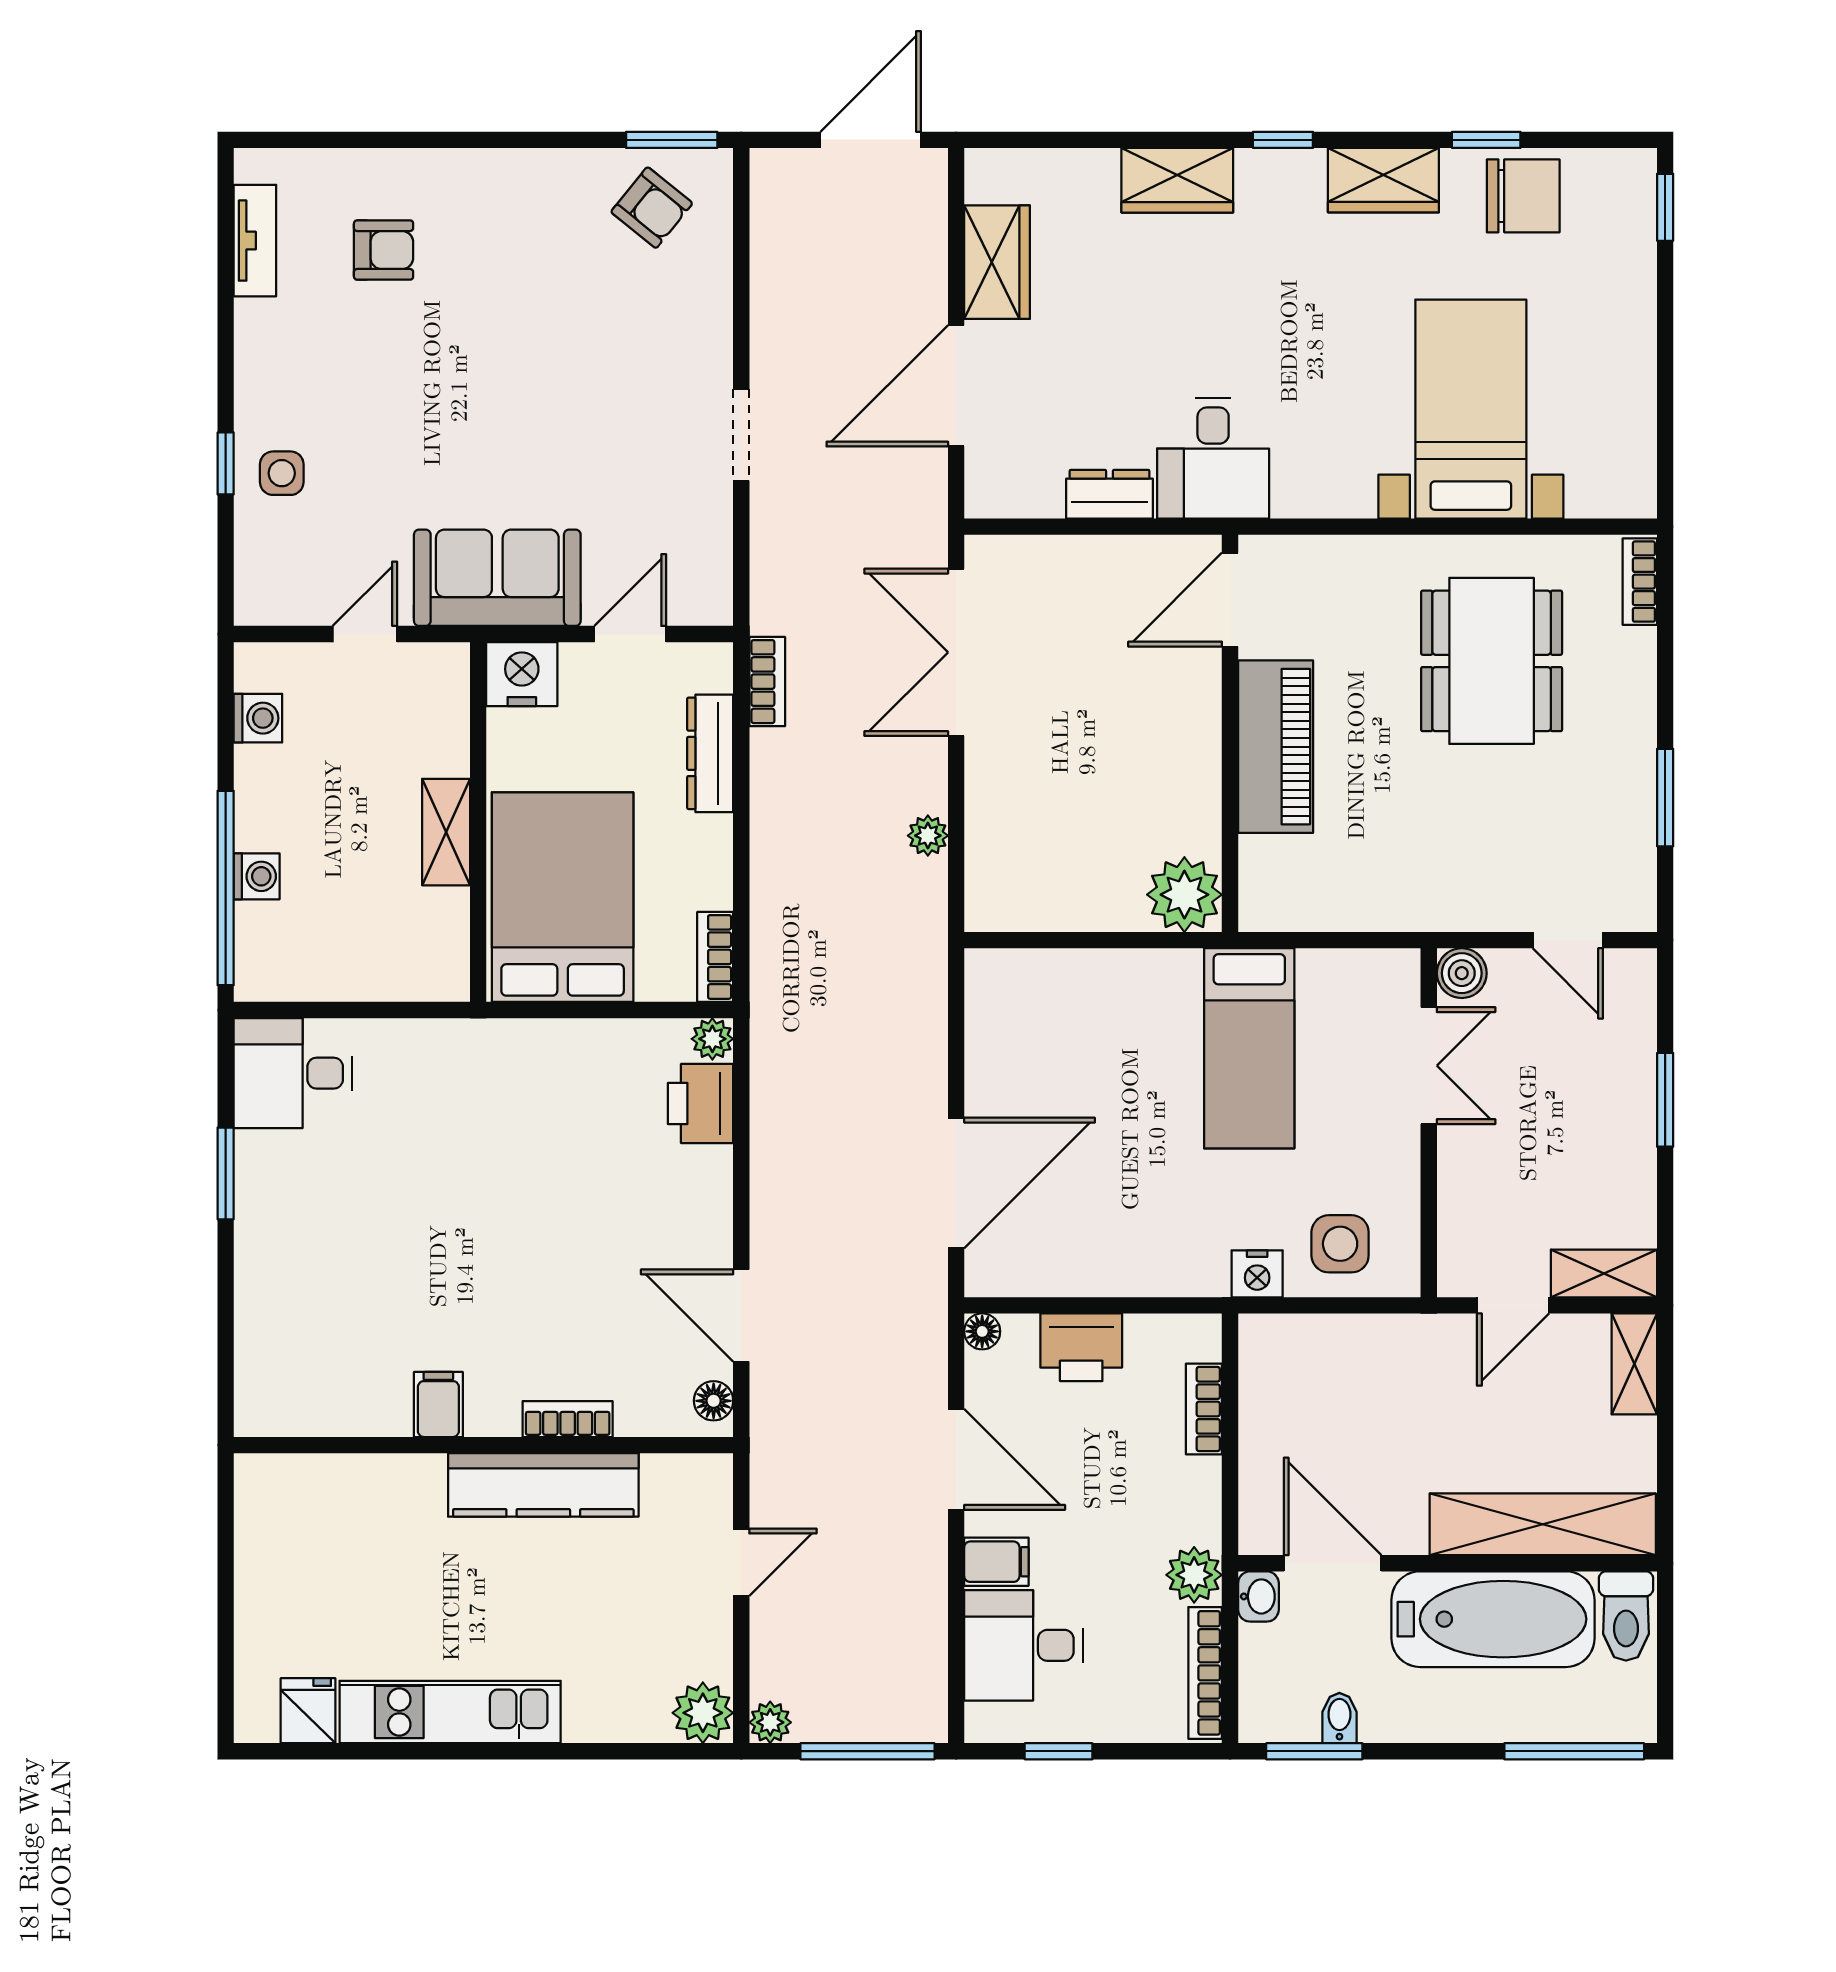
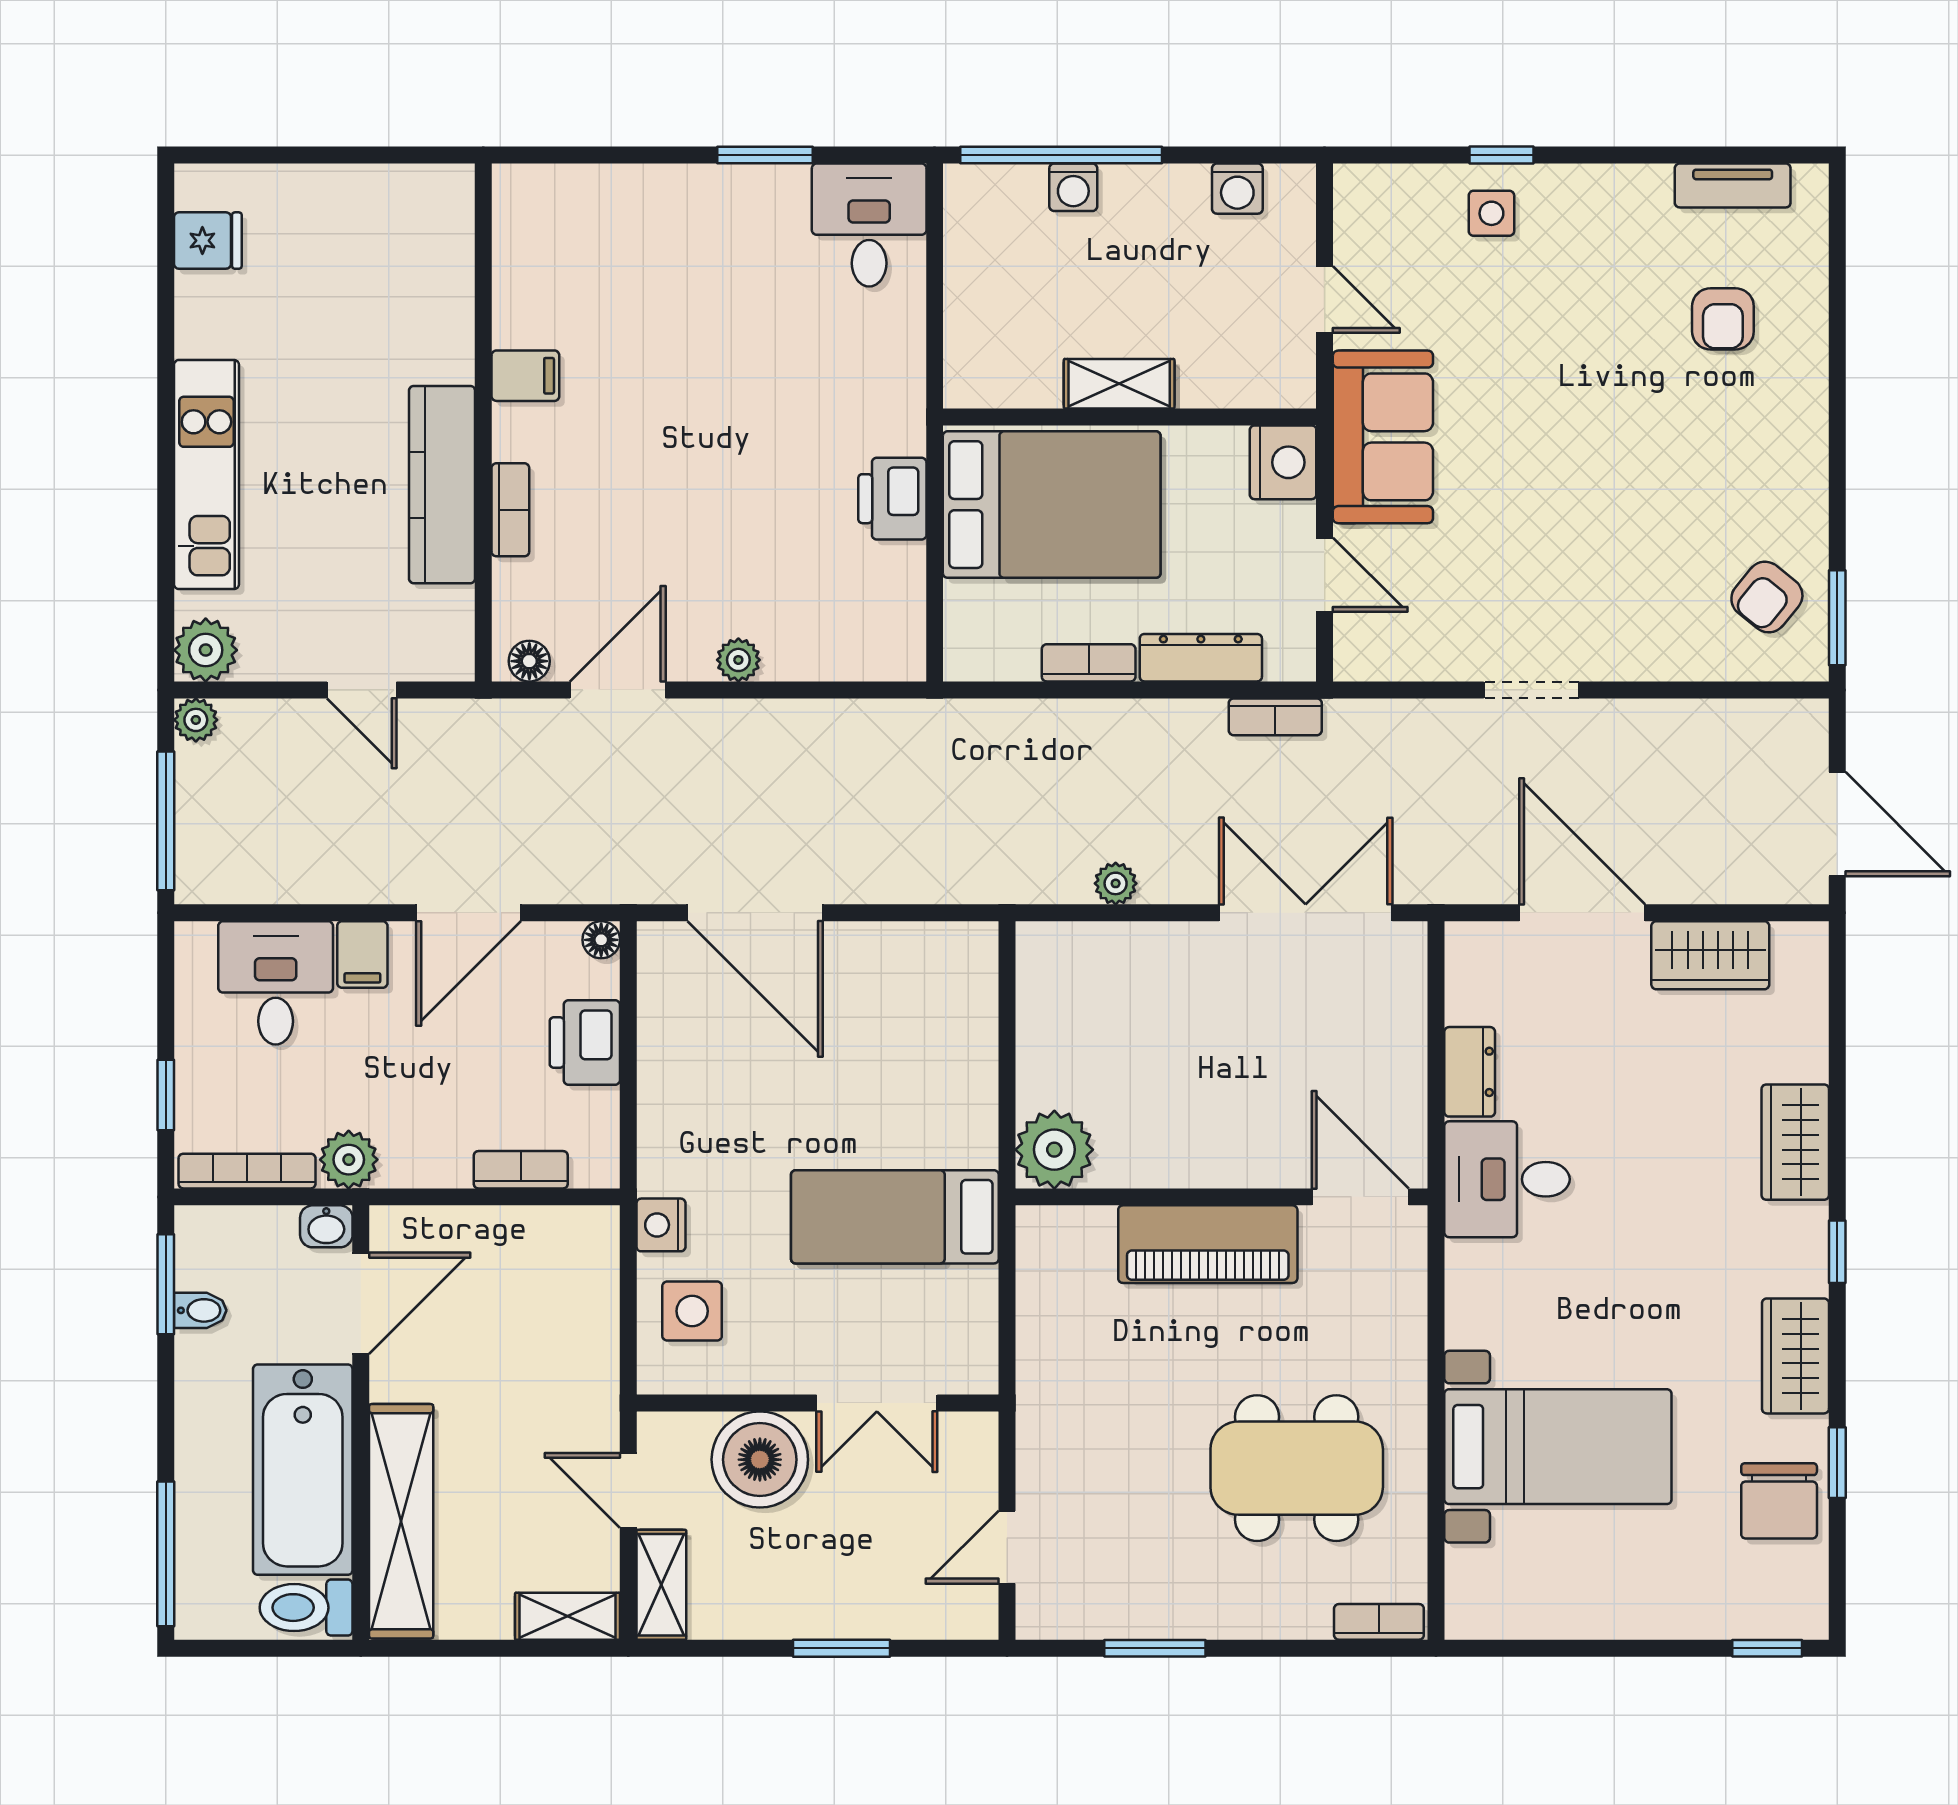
bookcase: (715, 957) -> (1089, 663), moved
boiler: (1462, 973) -> (760, 1460), moved, width x1.86, depth x1.86
plant: (712, 1039) -> (738, 660), moved
printer: (701, 1104) -> (892, 499), moved, turned -90
kitchen unit: (450, 1712) -> (206, 475), moved
window: (1059, 1751) -> (166, 1095), moved

